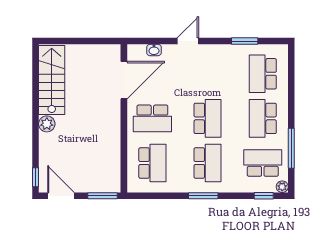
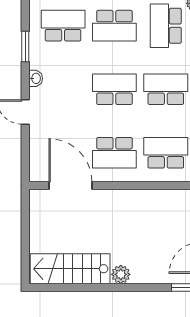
washbasin: (154, 50) -> (36, 78), moved
school desk: (263, 74) -> (63, 26), turned 180
school desk: (152, 118) -> (114, 153), turned 90

